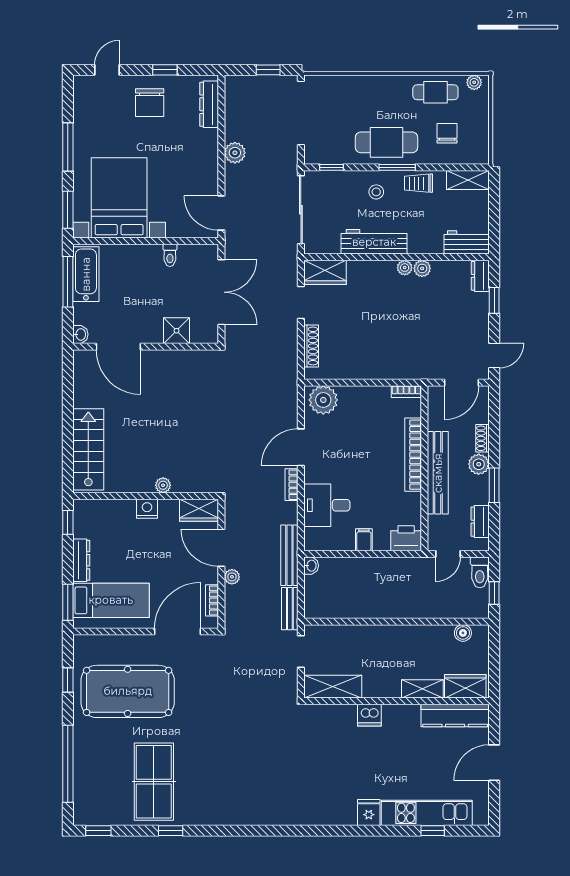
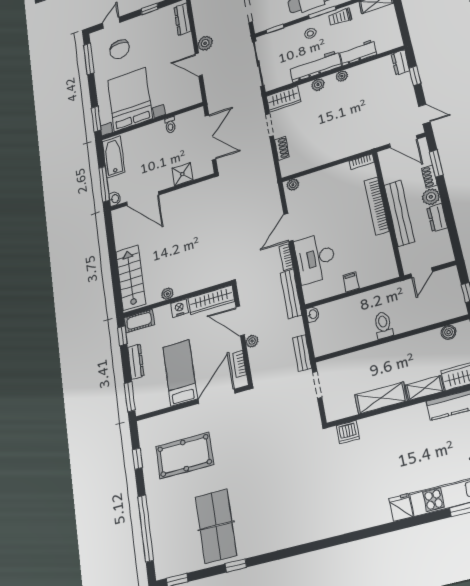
chair: (150, 103) -> (120, 49), moved
window: (68, 147) -> (89, 59), moved
door: (221, 213) -> (199, 65), moved
workbench: (467, 242) -> (358, 53), moved
plant: (422, 268) -> (318, 85), moved
window: (68, 282) -> (104, 184), moved
shoe rack: (311, 346) -> (282, 148), width x0.70
door: (494, 356) -> (424, 114), hinge flipped
door: (462, 383) -> (403, 141), hinge flipped
plant: (323, 400) -> (293, 185), width x0.53, depth x0.53
plant: (163, 485) -> (167, 294), moved
window: (494, 485) -> (436, 163), moved
desk: (327, 505) -> (315, 258), width x1.37
cot: (92, 510) -> (139, 321), added
wardrobe: (199, 510) -> (211, 300), width x1.50
dresser: (480, 522) -> (437, 218), moved
printer: (406, 538) -> (385, 271), removed
bench: (289, 555) -> (291, 294), moved
toilet: (480, 572) -> (383, 325), moved, turned 180
bed: (111, 600) -> (180, 373), moved, turned -90
shelving: (333, 687) -> (381, 398), moved
pool table: (128, 691) -> (185, 455), width x0.73, depth x0.76
dishwasher: (369, 715) -> (348, 432), moved

